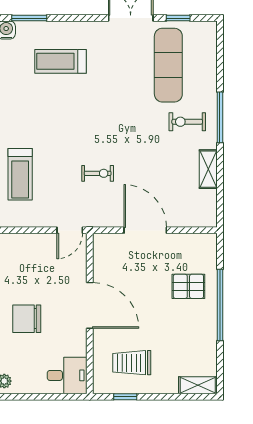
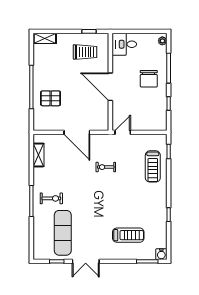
shelving: (208, 169) -> (39, 155), moved
treadmill: (20, 174) -> (153, 166), turned 180
chair: (27, 319) -> (149, 79), turned 90

